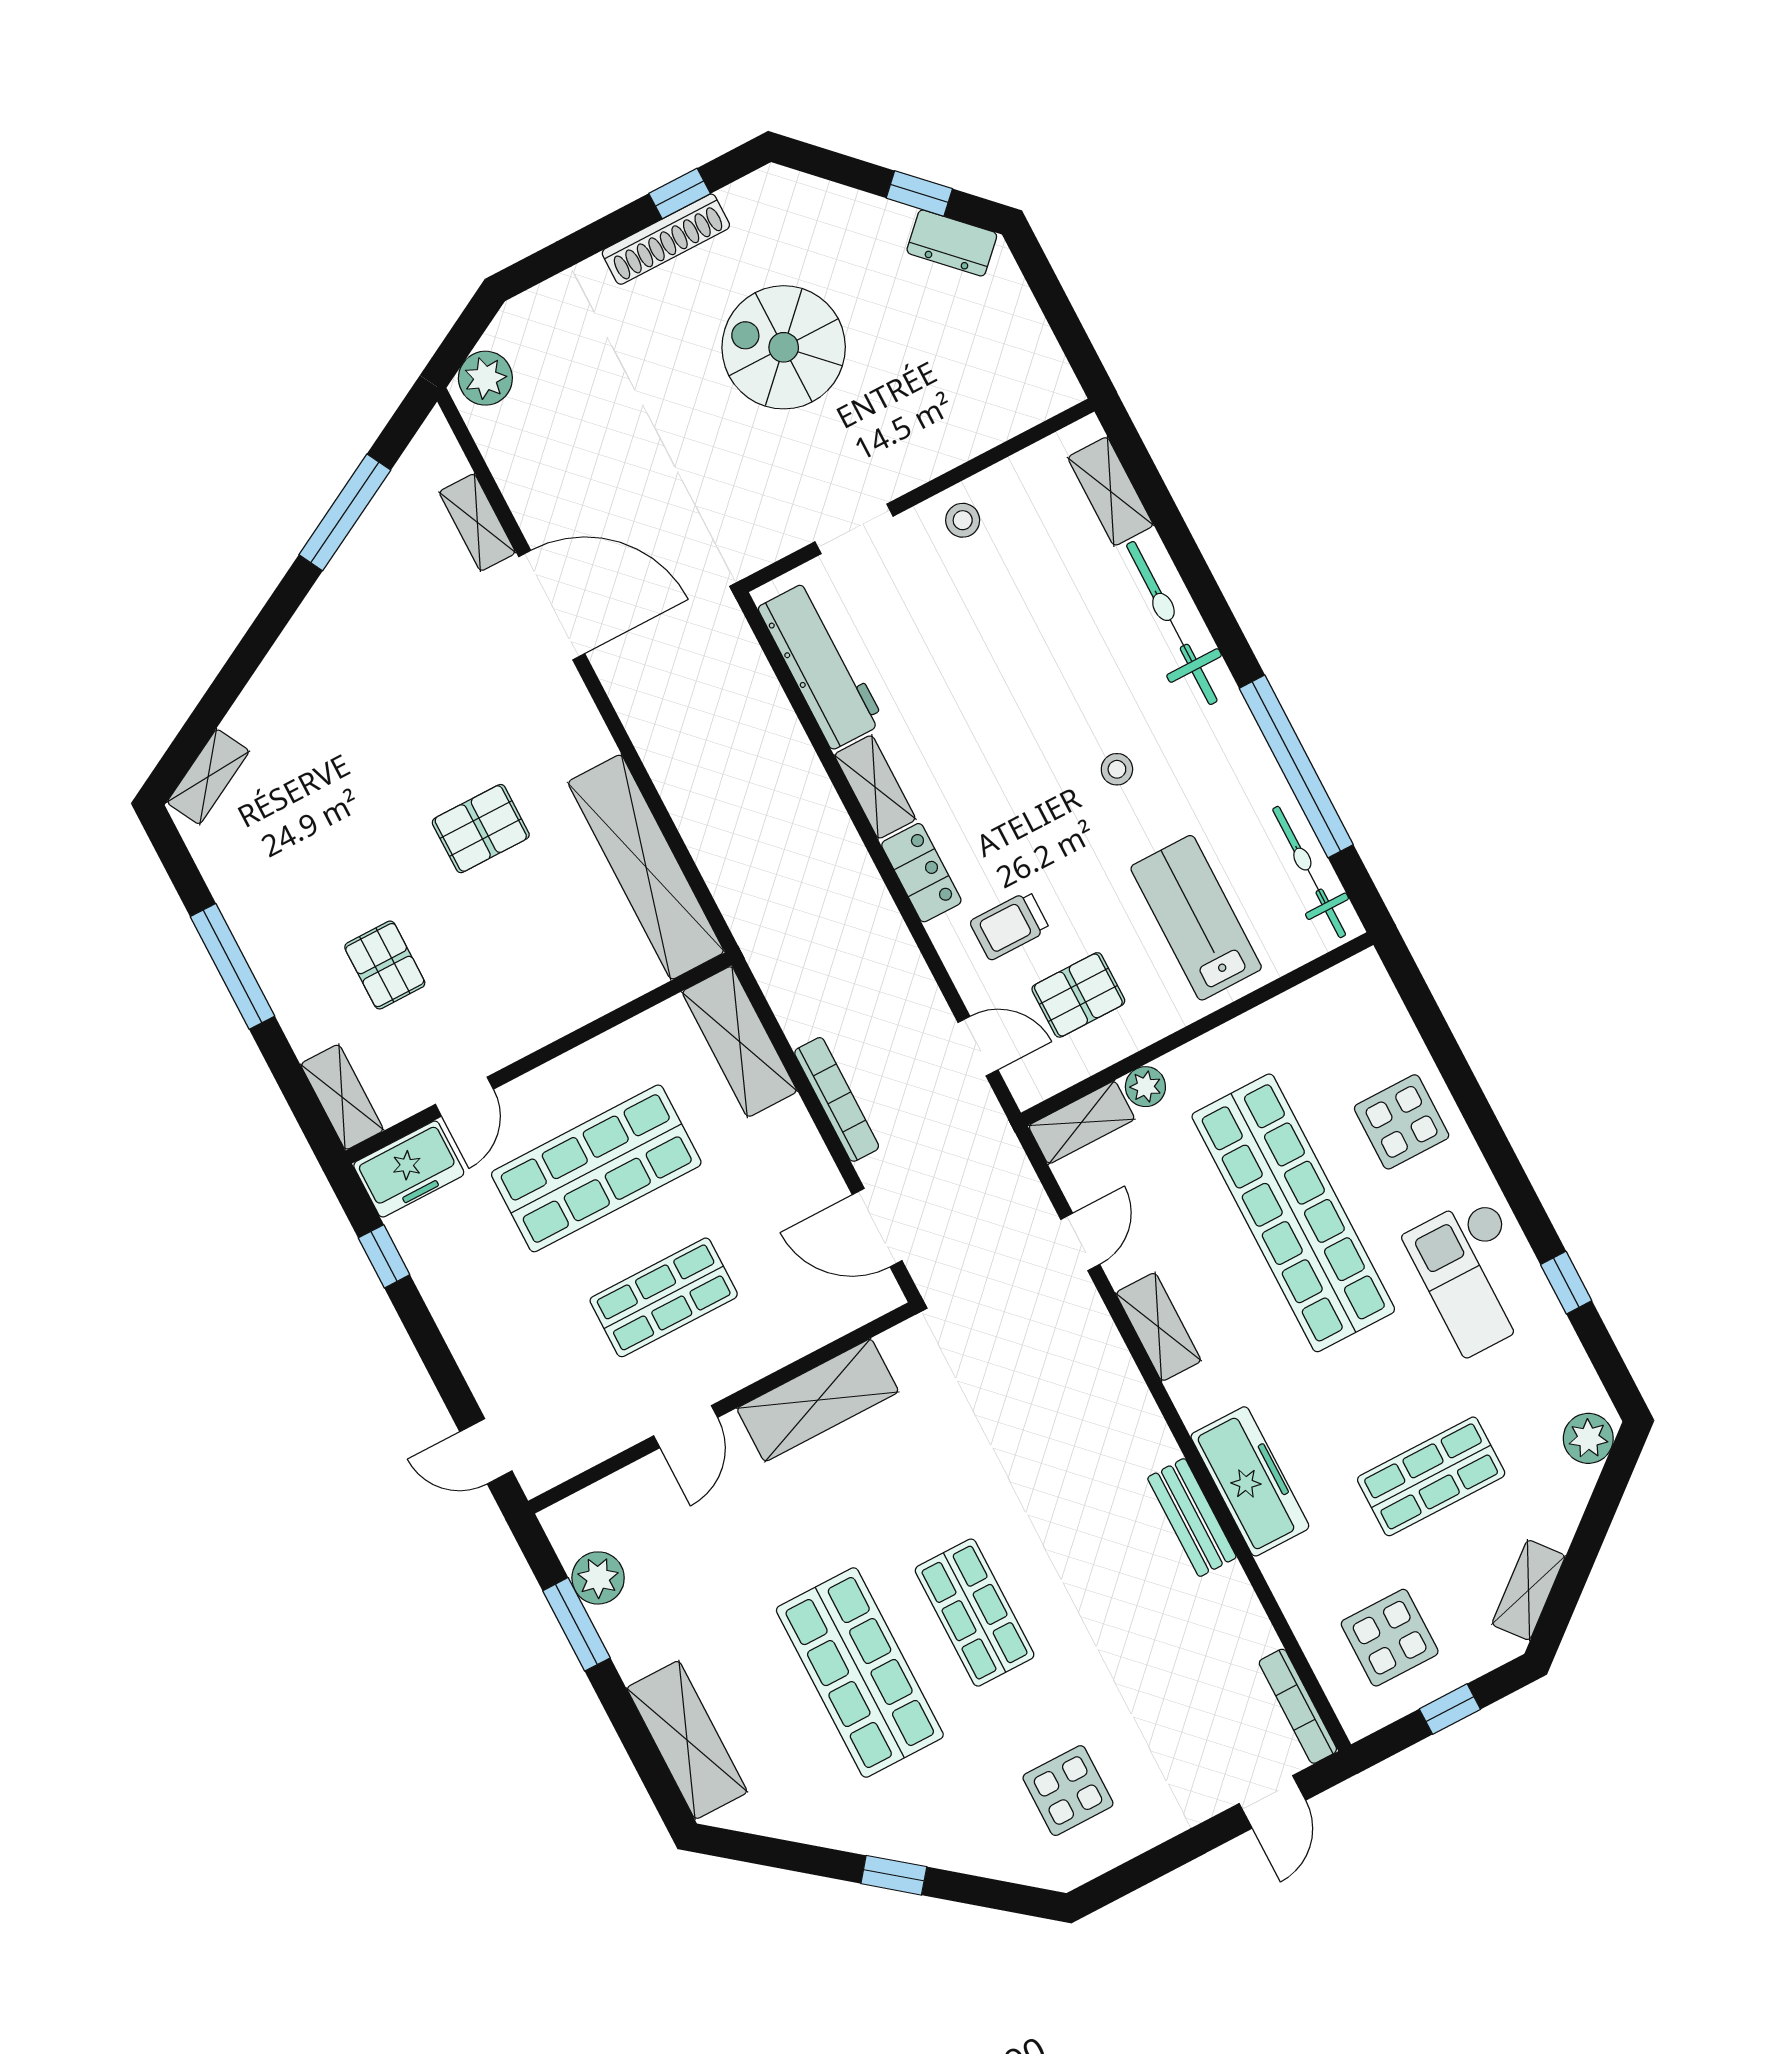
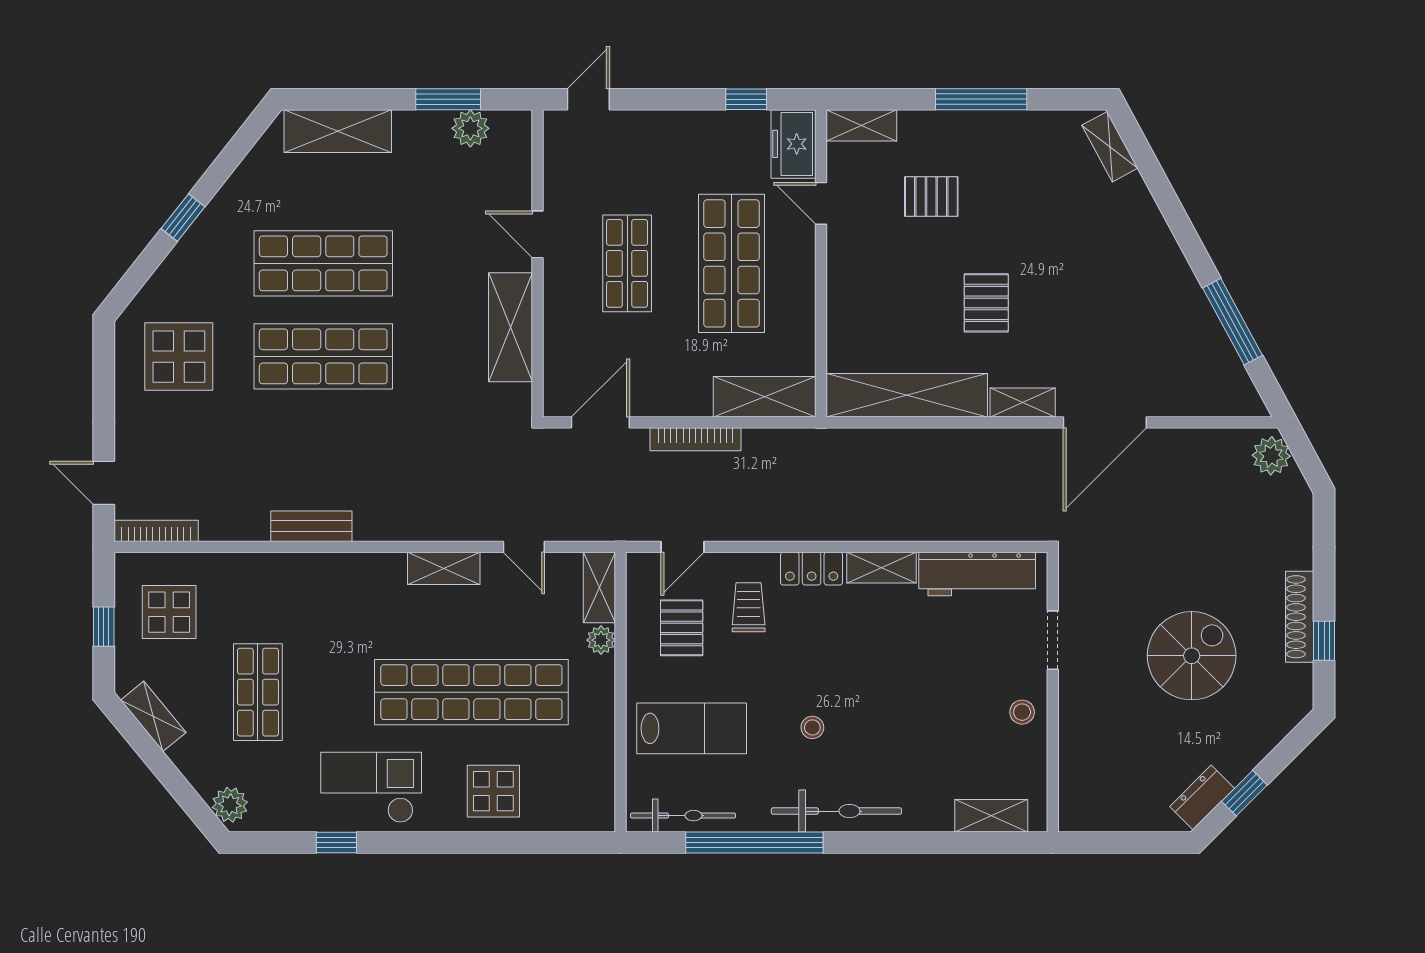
shelving: (477, 522) -> (1023, 403), moved
bicycle: (1172, 623) -> (836, 811), moved
freezer: (1250, 1481) -> (315, 575), removed
shop shelf: (975, 1613) -> (323, 356), width x1.43, depth x1.36
display table: (1068, 1791) -> (179, 357), width x1.36, depth x1.36

